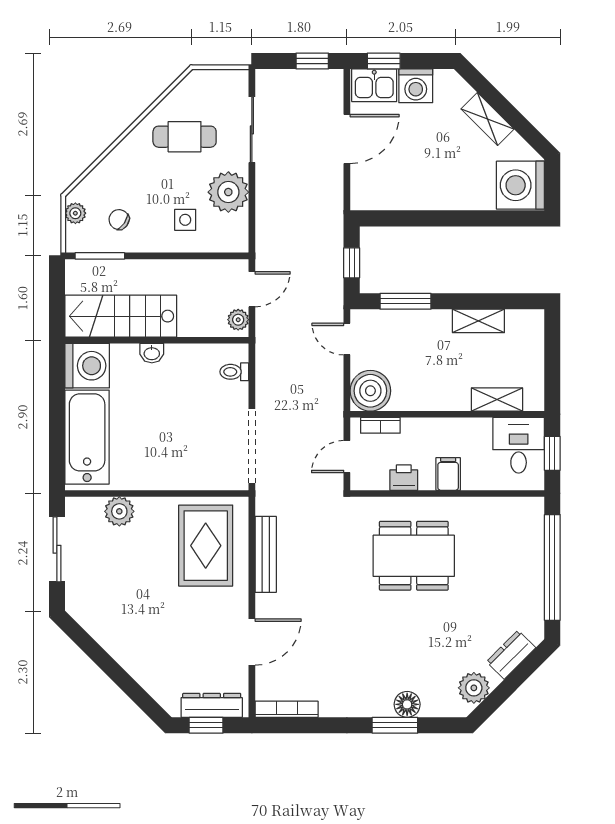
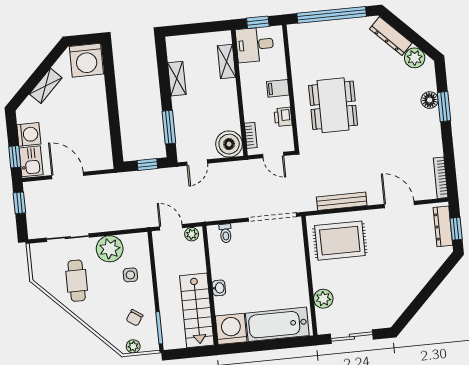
dresser: (511, 655) -> (391, 36), width x1.44

